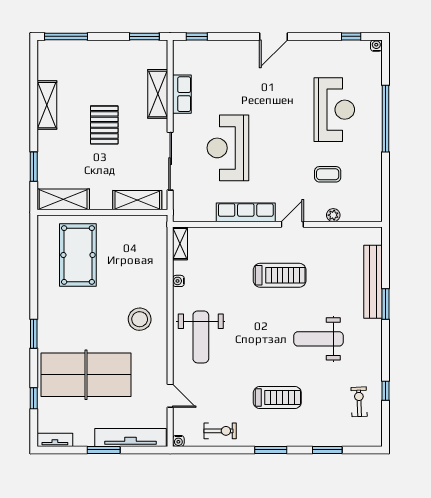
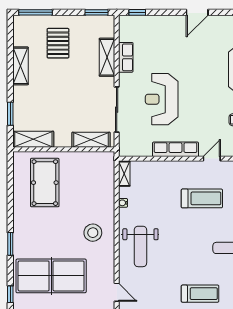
pallet: (104, 125) -> (58, 43), moved

